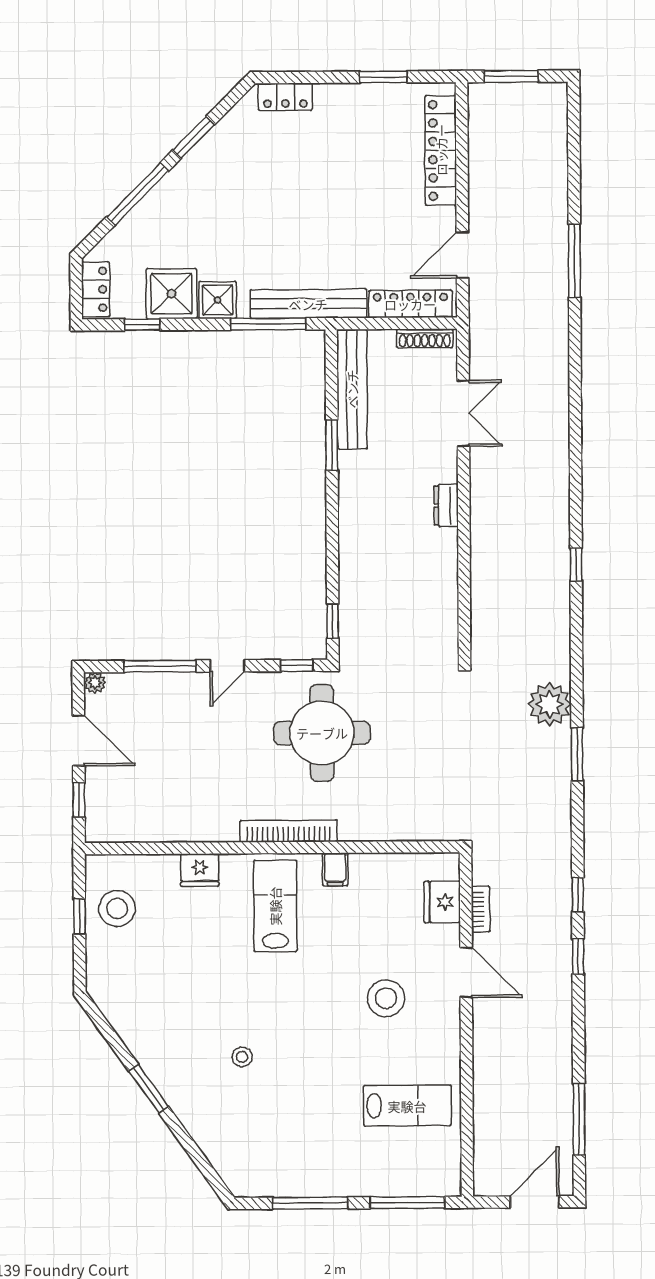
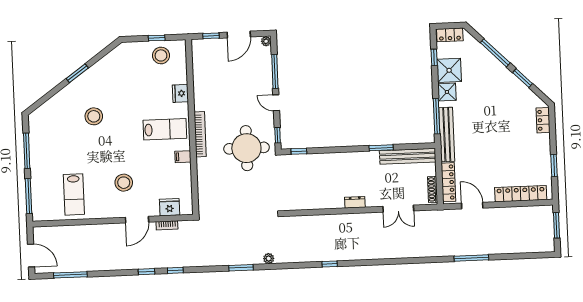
plant: (550, 704) -> (269, 259), width x0.53, depth x0.53
stool: (242, 1057) -> (94, 116), width x1.89, depth x1.89

